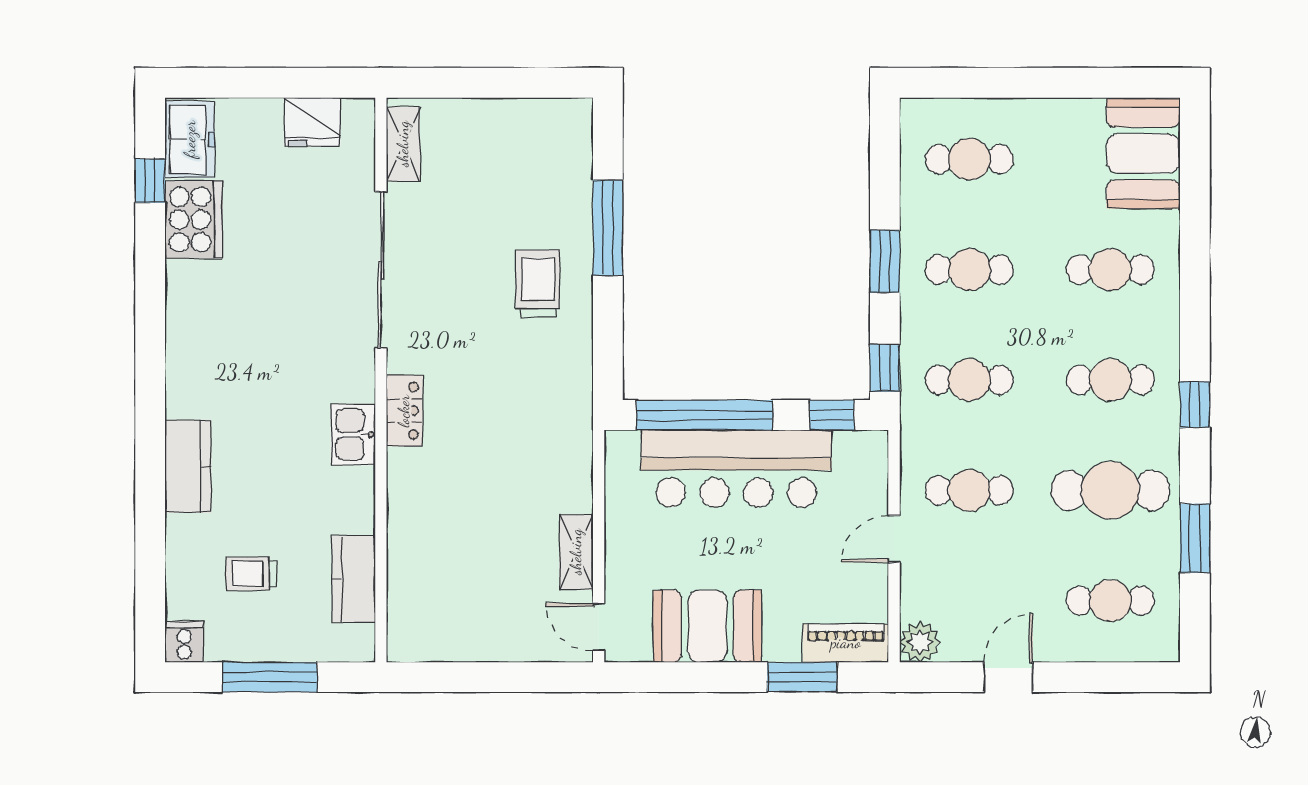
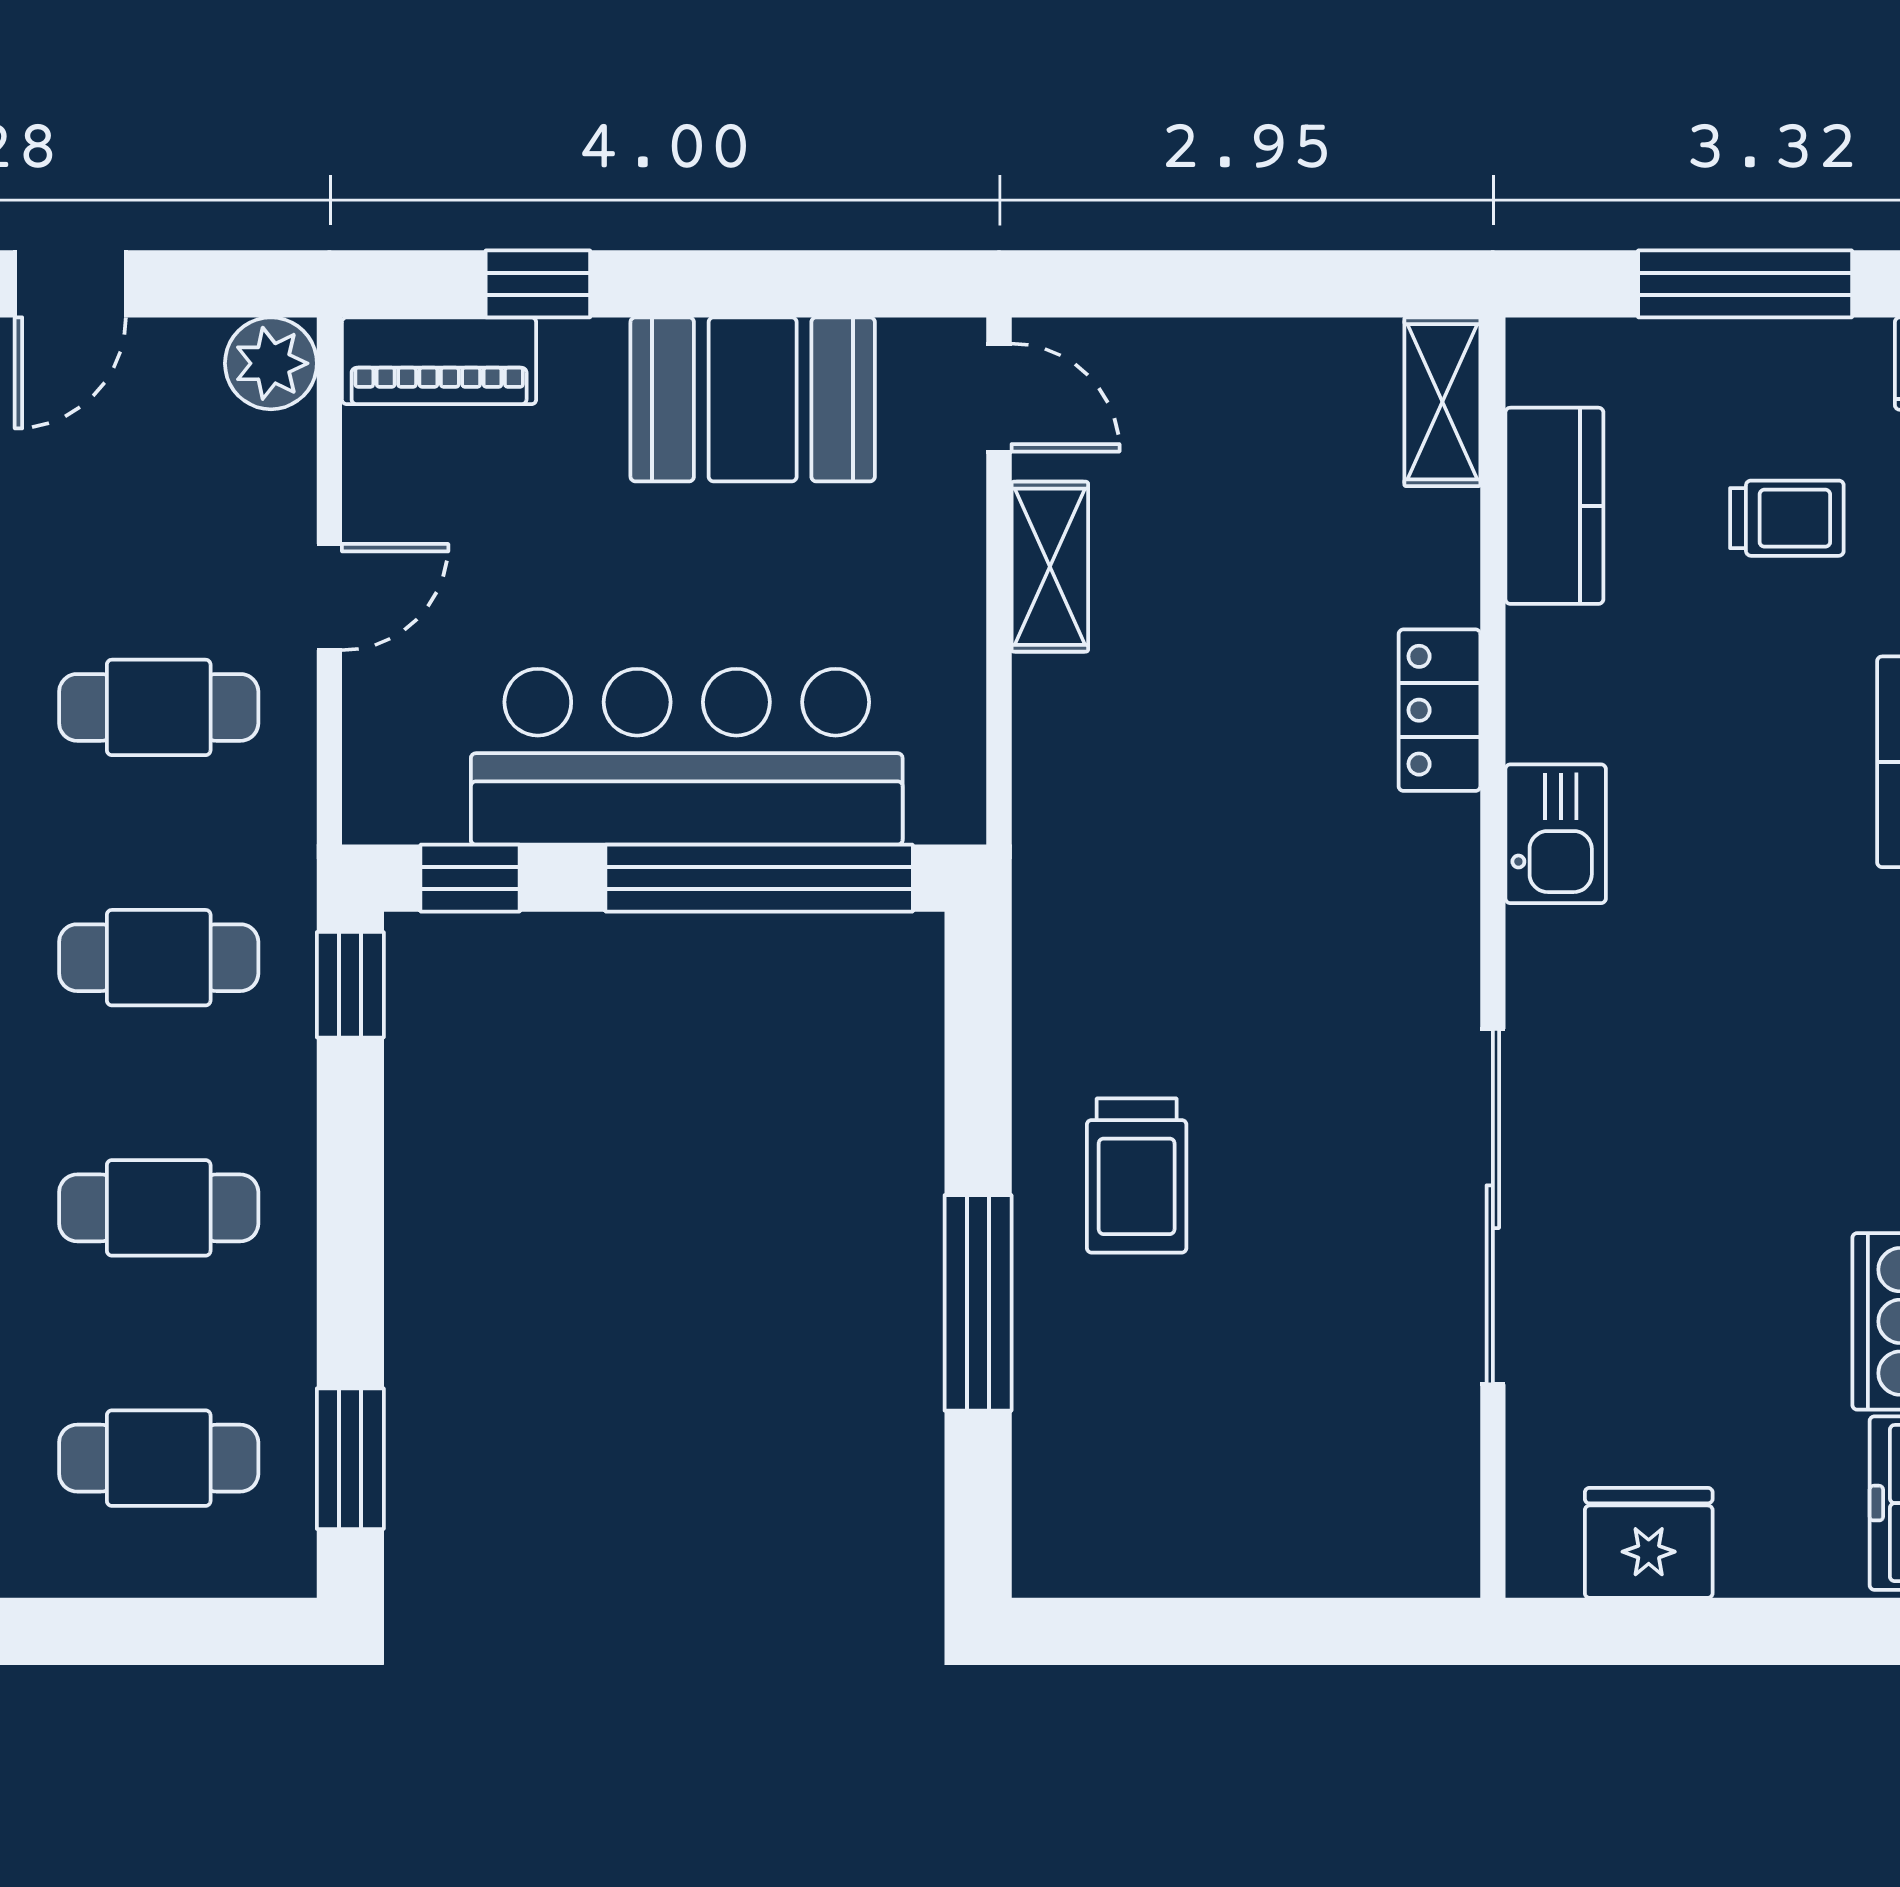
shelving: (403, 144) -> (1442, 402), moved
window: (885, 261) -> (350, 1459), moved
locker: (404, 411) -> (1439, 710), moved
window: (802, 677) -> (538, 284), width x0.67

